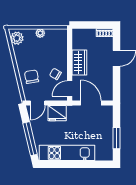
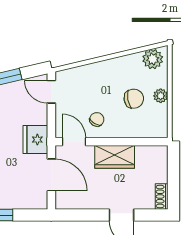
chair: (32, 77) -> (134, 99), moved
door: (91, 103) -> (51, 175), hinge flipped
fridge: (57, 113) -> (35, 140), moved

